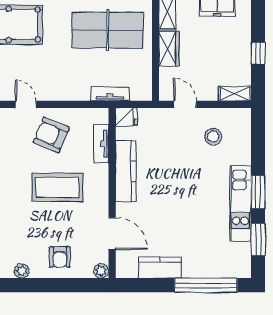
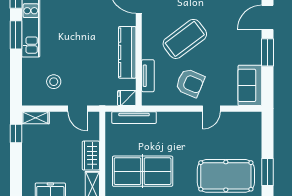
window: (258, 53) -> (16, 134), moved
tv unit: (110, 94) -> (134, 118), width x1.41
door: (26, 104) -> (211, 109), hinge flipped
coffee table: (57, 187) -> (185, 39), turned -37

